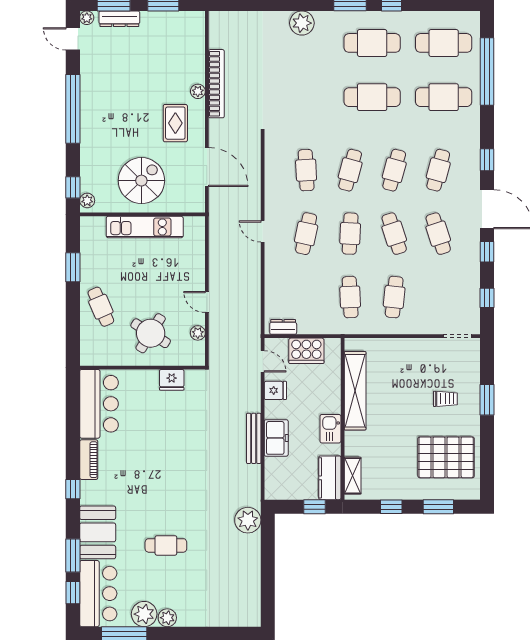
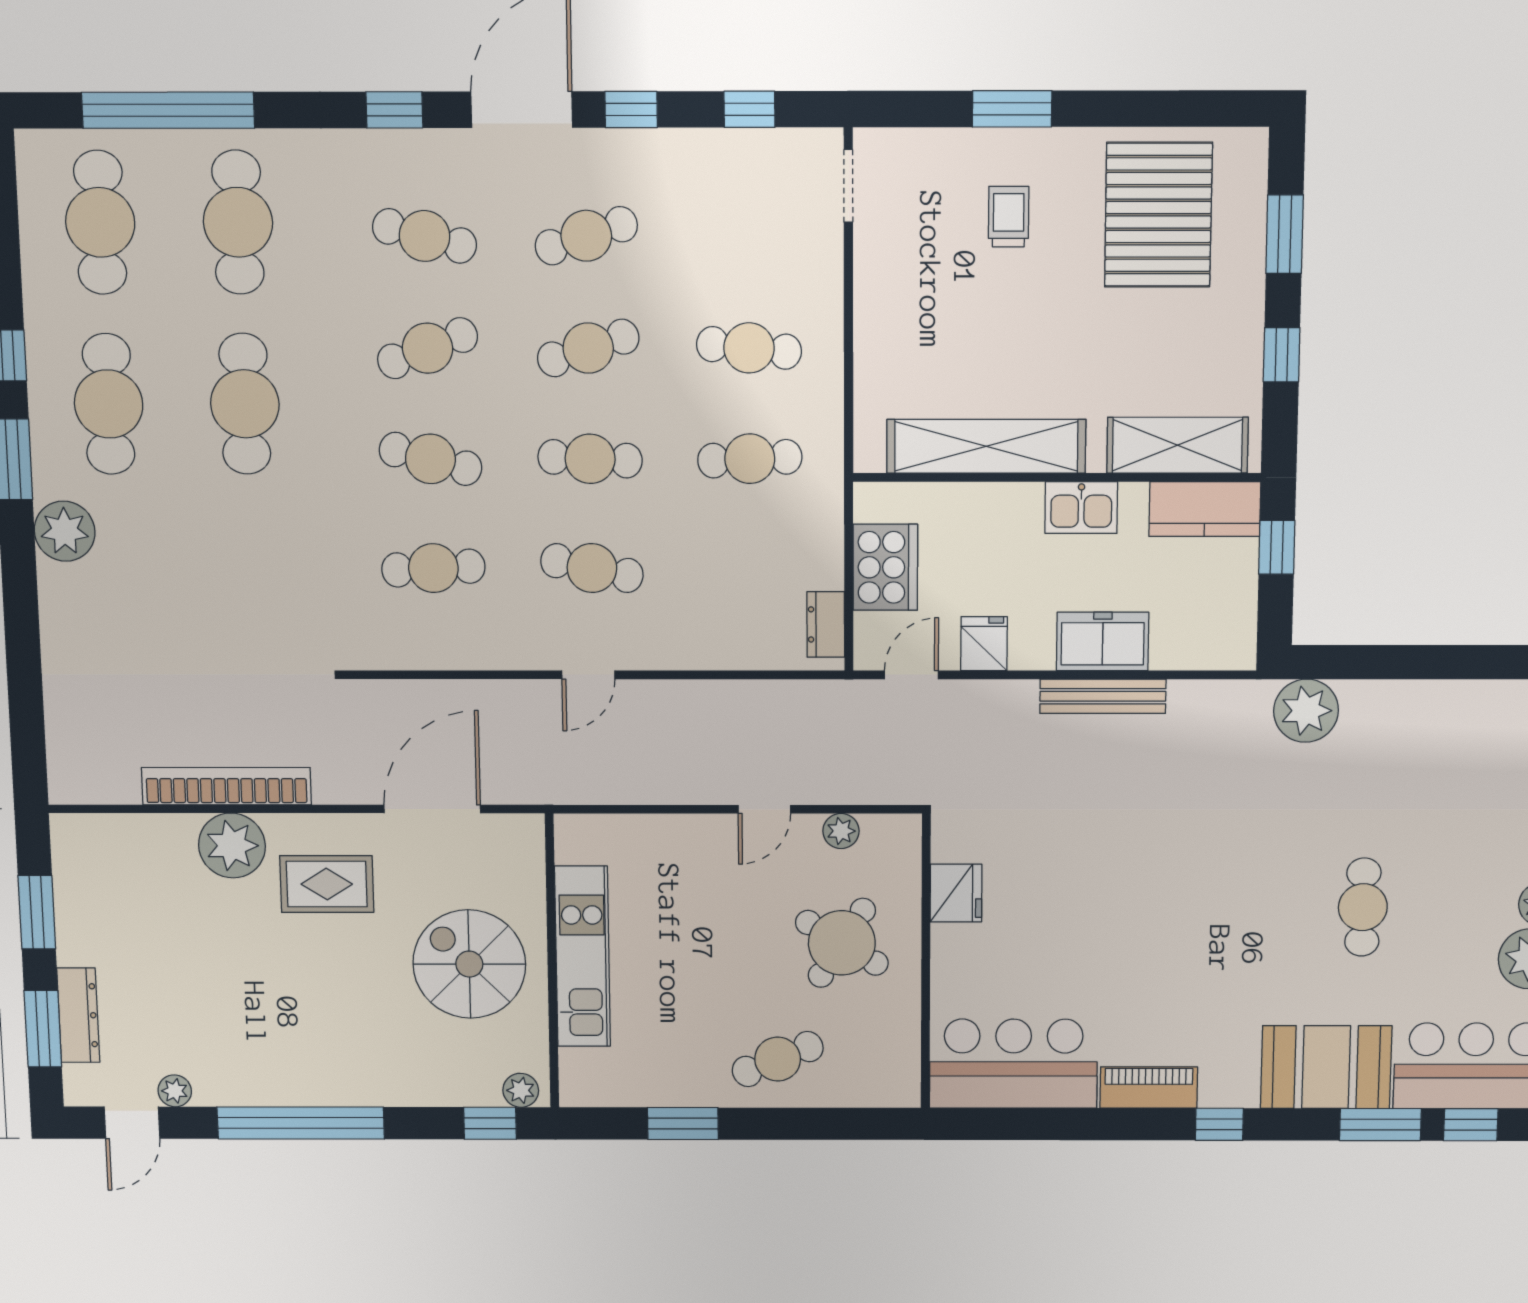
plant: (87, 18) -> (175, 1091), moved
plant: (302, 23) -> (65, 531), moved
plant: (198, 91) -> (232, 846), width x1.88, depth x1.88
cafe table: (394, 170) -> (428, 348), turned -36
shelving: (353, 476) -> (1177, 445), width x1.50, depth x1.33

